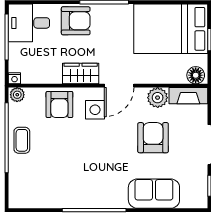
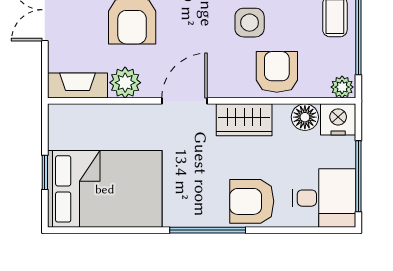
floor lamp: (196, 75) -> (305, 117), moved
nightstand: (14, 78) -> (338, 119), width x1.89, depth x1.79
side table: (95, 110) -> (250, 23), moved

